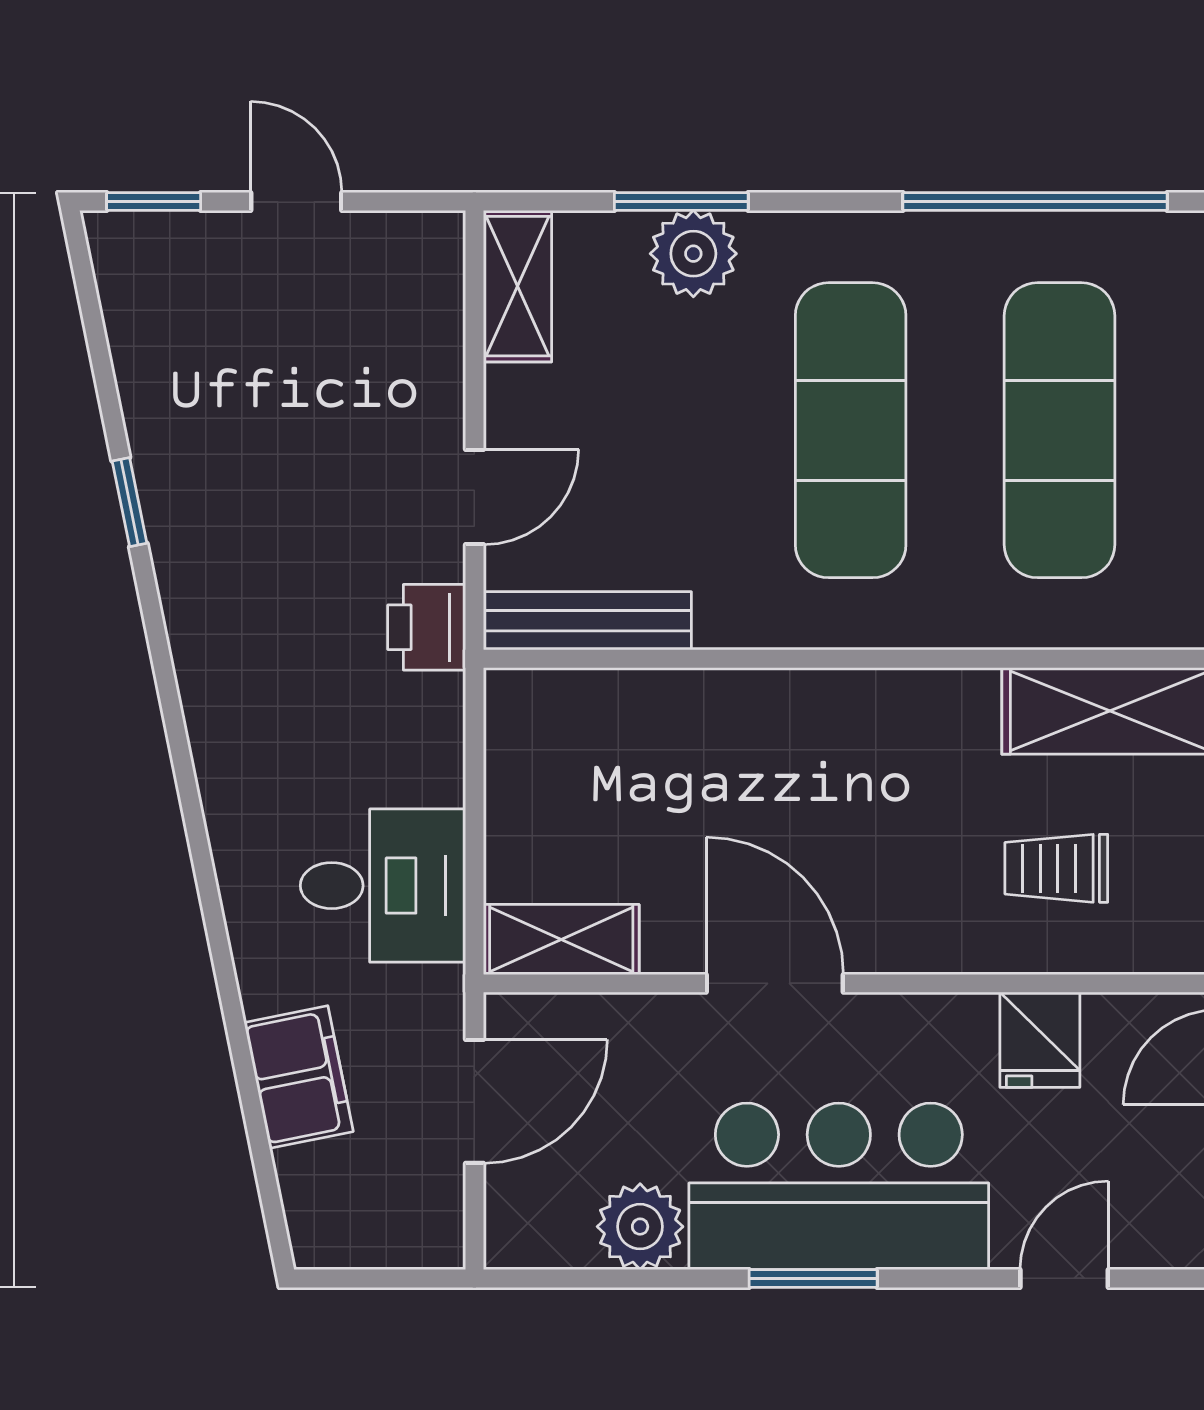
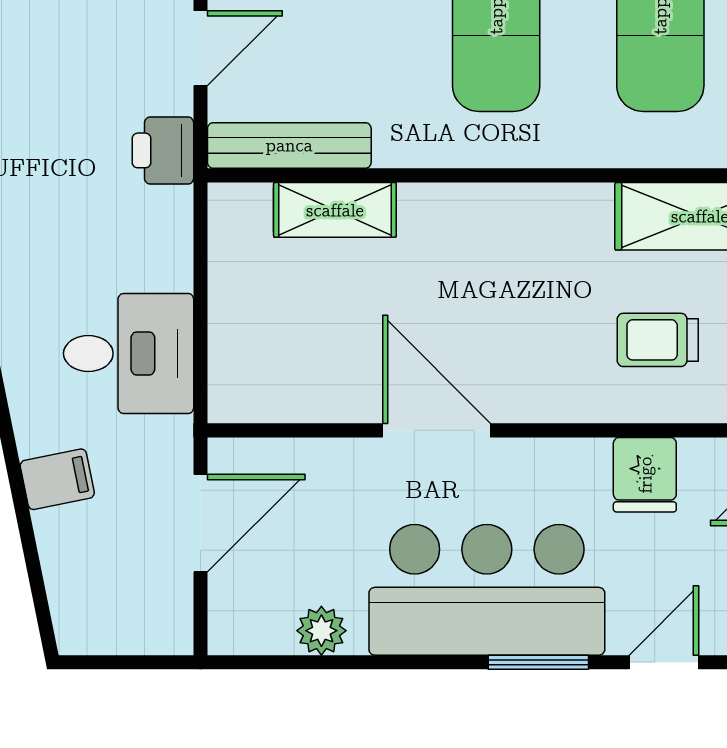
shelving: (561, 939) -> (335, 210), moved
filing cabinet: (299, 1077) -> (57, 479), width x0.50
plant: (640, 1227) -> (321, 631), width x0.73, depth x0.73
window: (813, 1278) -> (538, 662), moved

